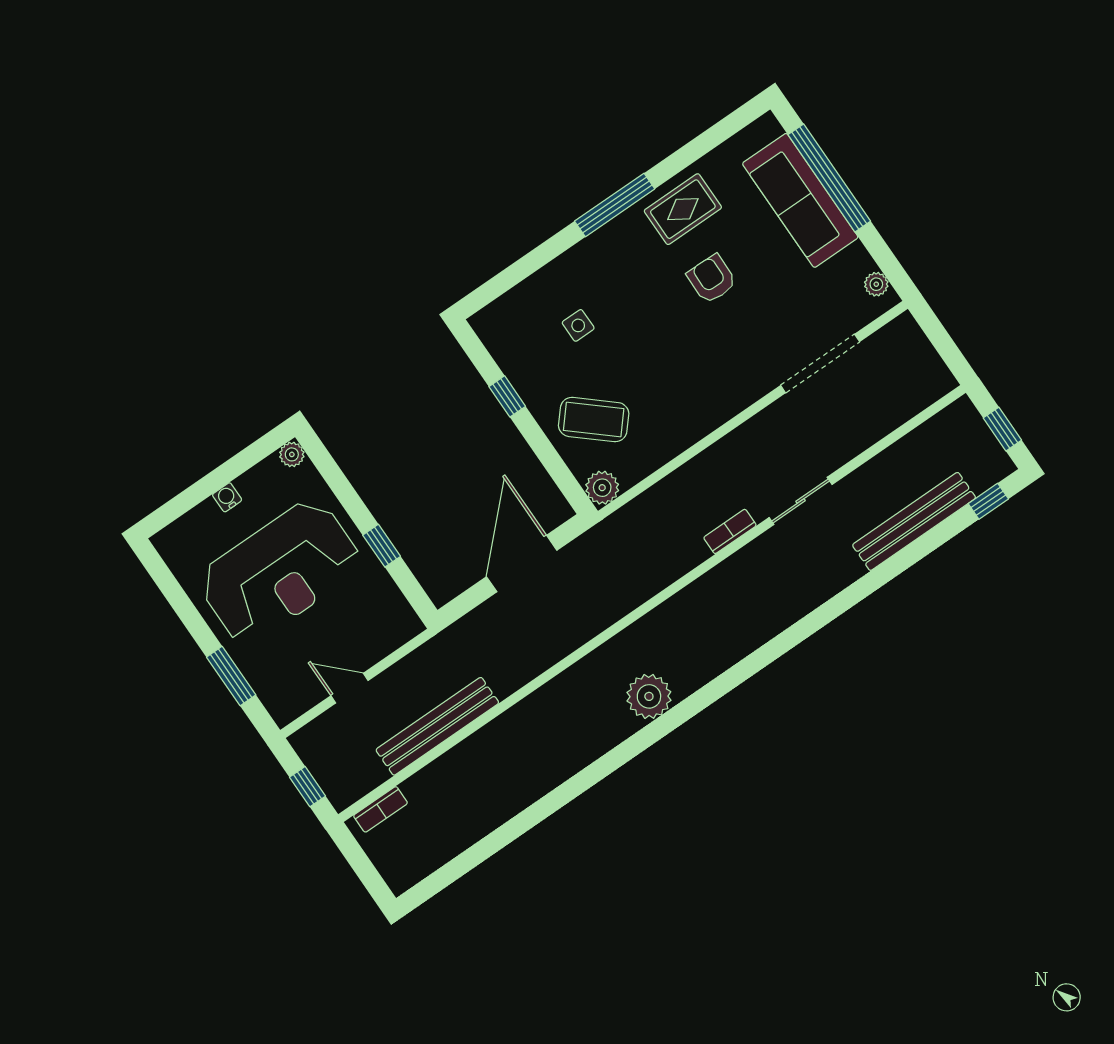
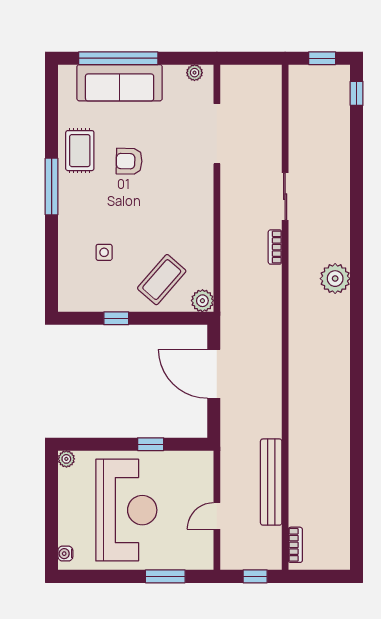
water cooler: (227, 497) -> (65, 554), moved
bench: (914, 521) -> (339, 142), removed
plant: (649, 696) -> (335, 279), moved

